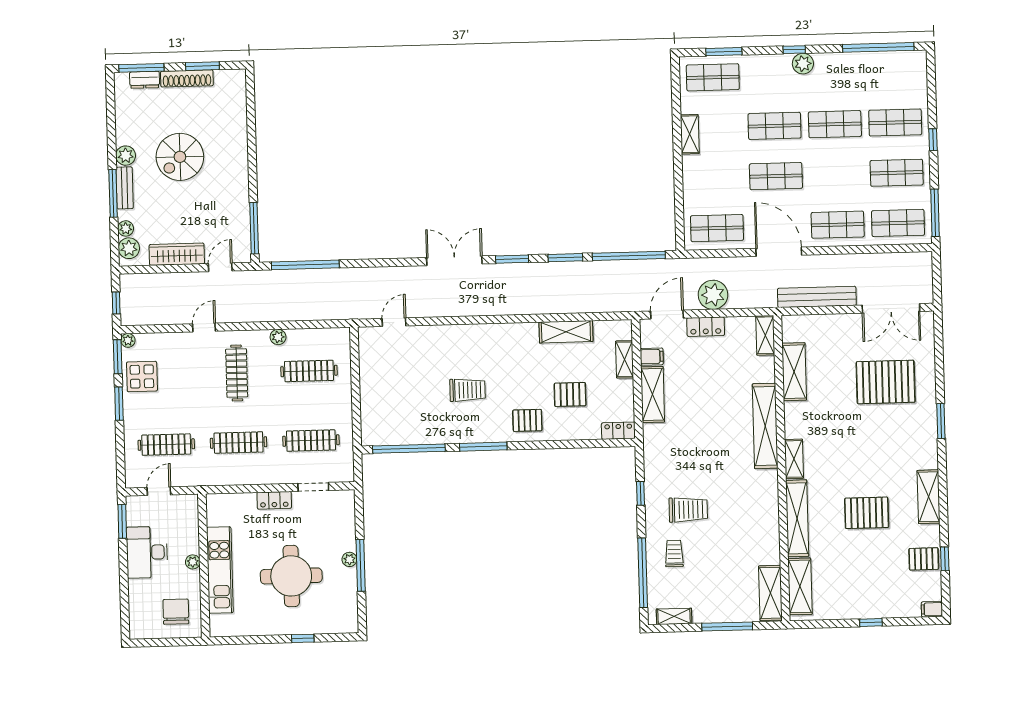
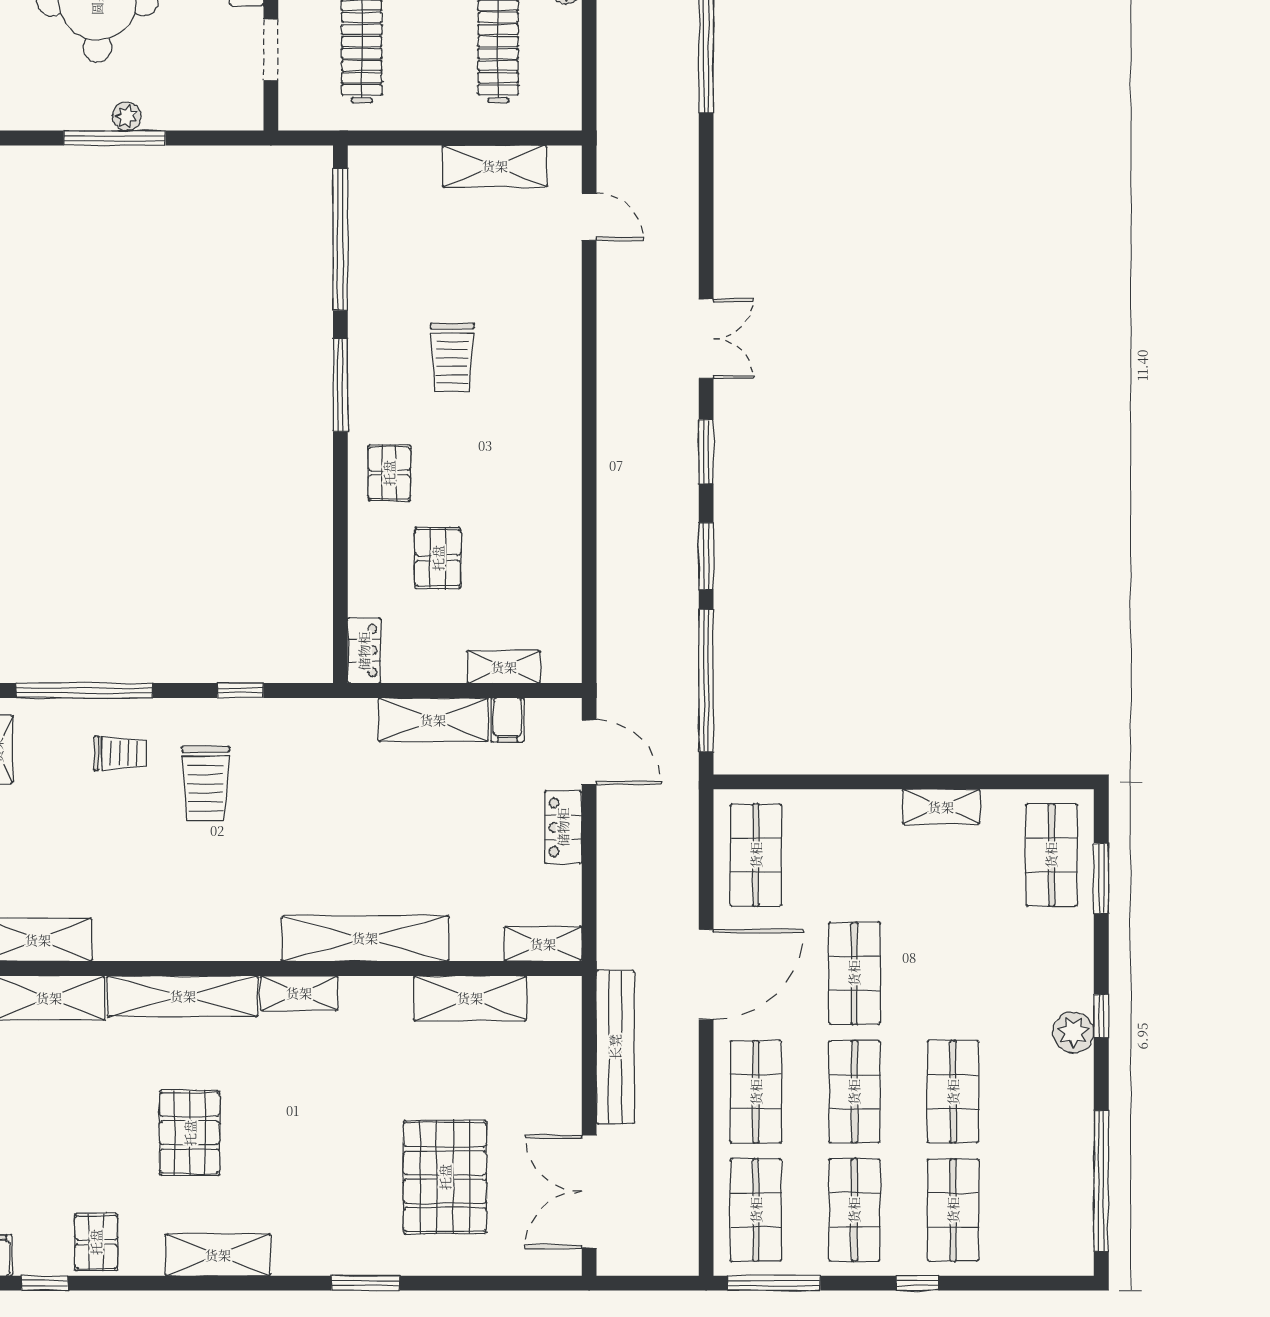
shop shelf: (775, 126) -> (854, 1092), moved
double door: (454, 261) -> (706, 339), width x0.73
plant: (713, 295) -> (625, 844), removed
shelving: (566, 332) -> (495, 166), moved, turned 90
window: (945, 559) -> (45, 1283), moved

